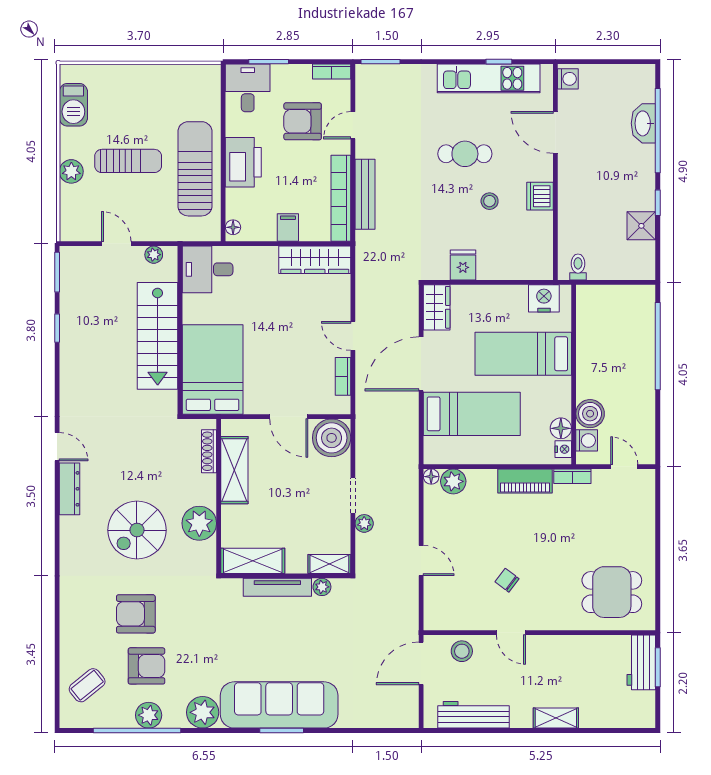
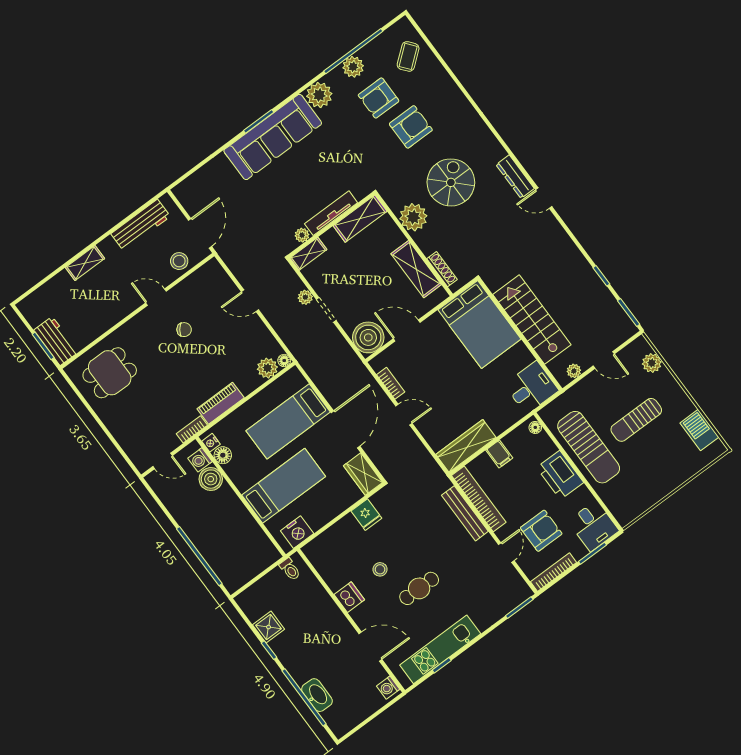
bookcase: (332, 72) -> (553, 572), width x1.56
plant: (71, 171) -> (652, 363), moved

